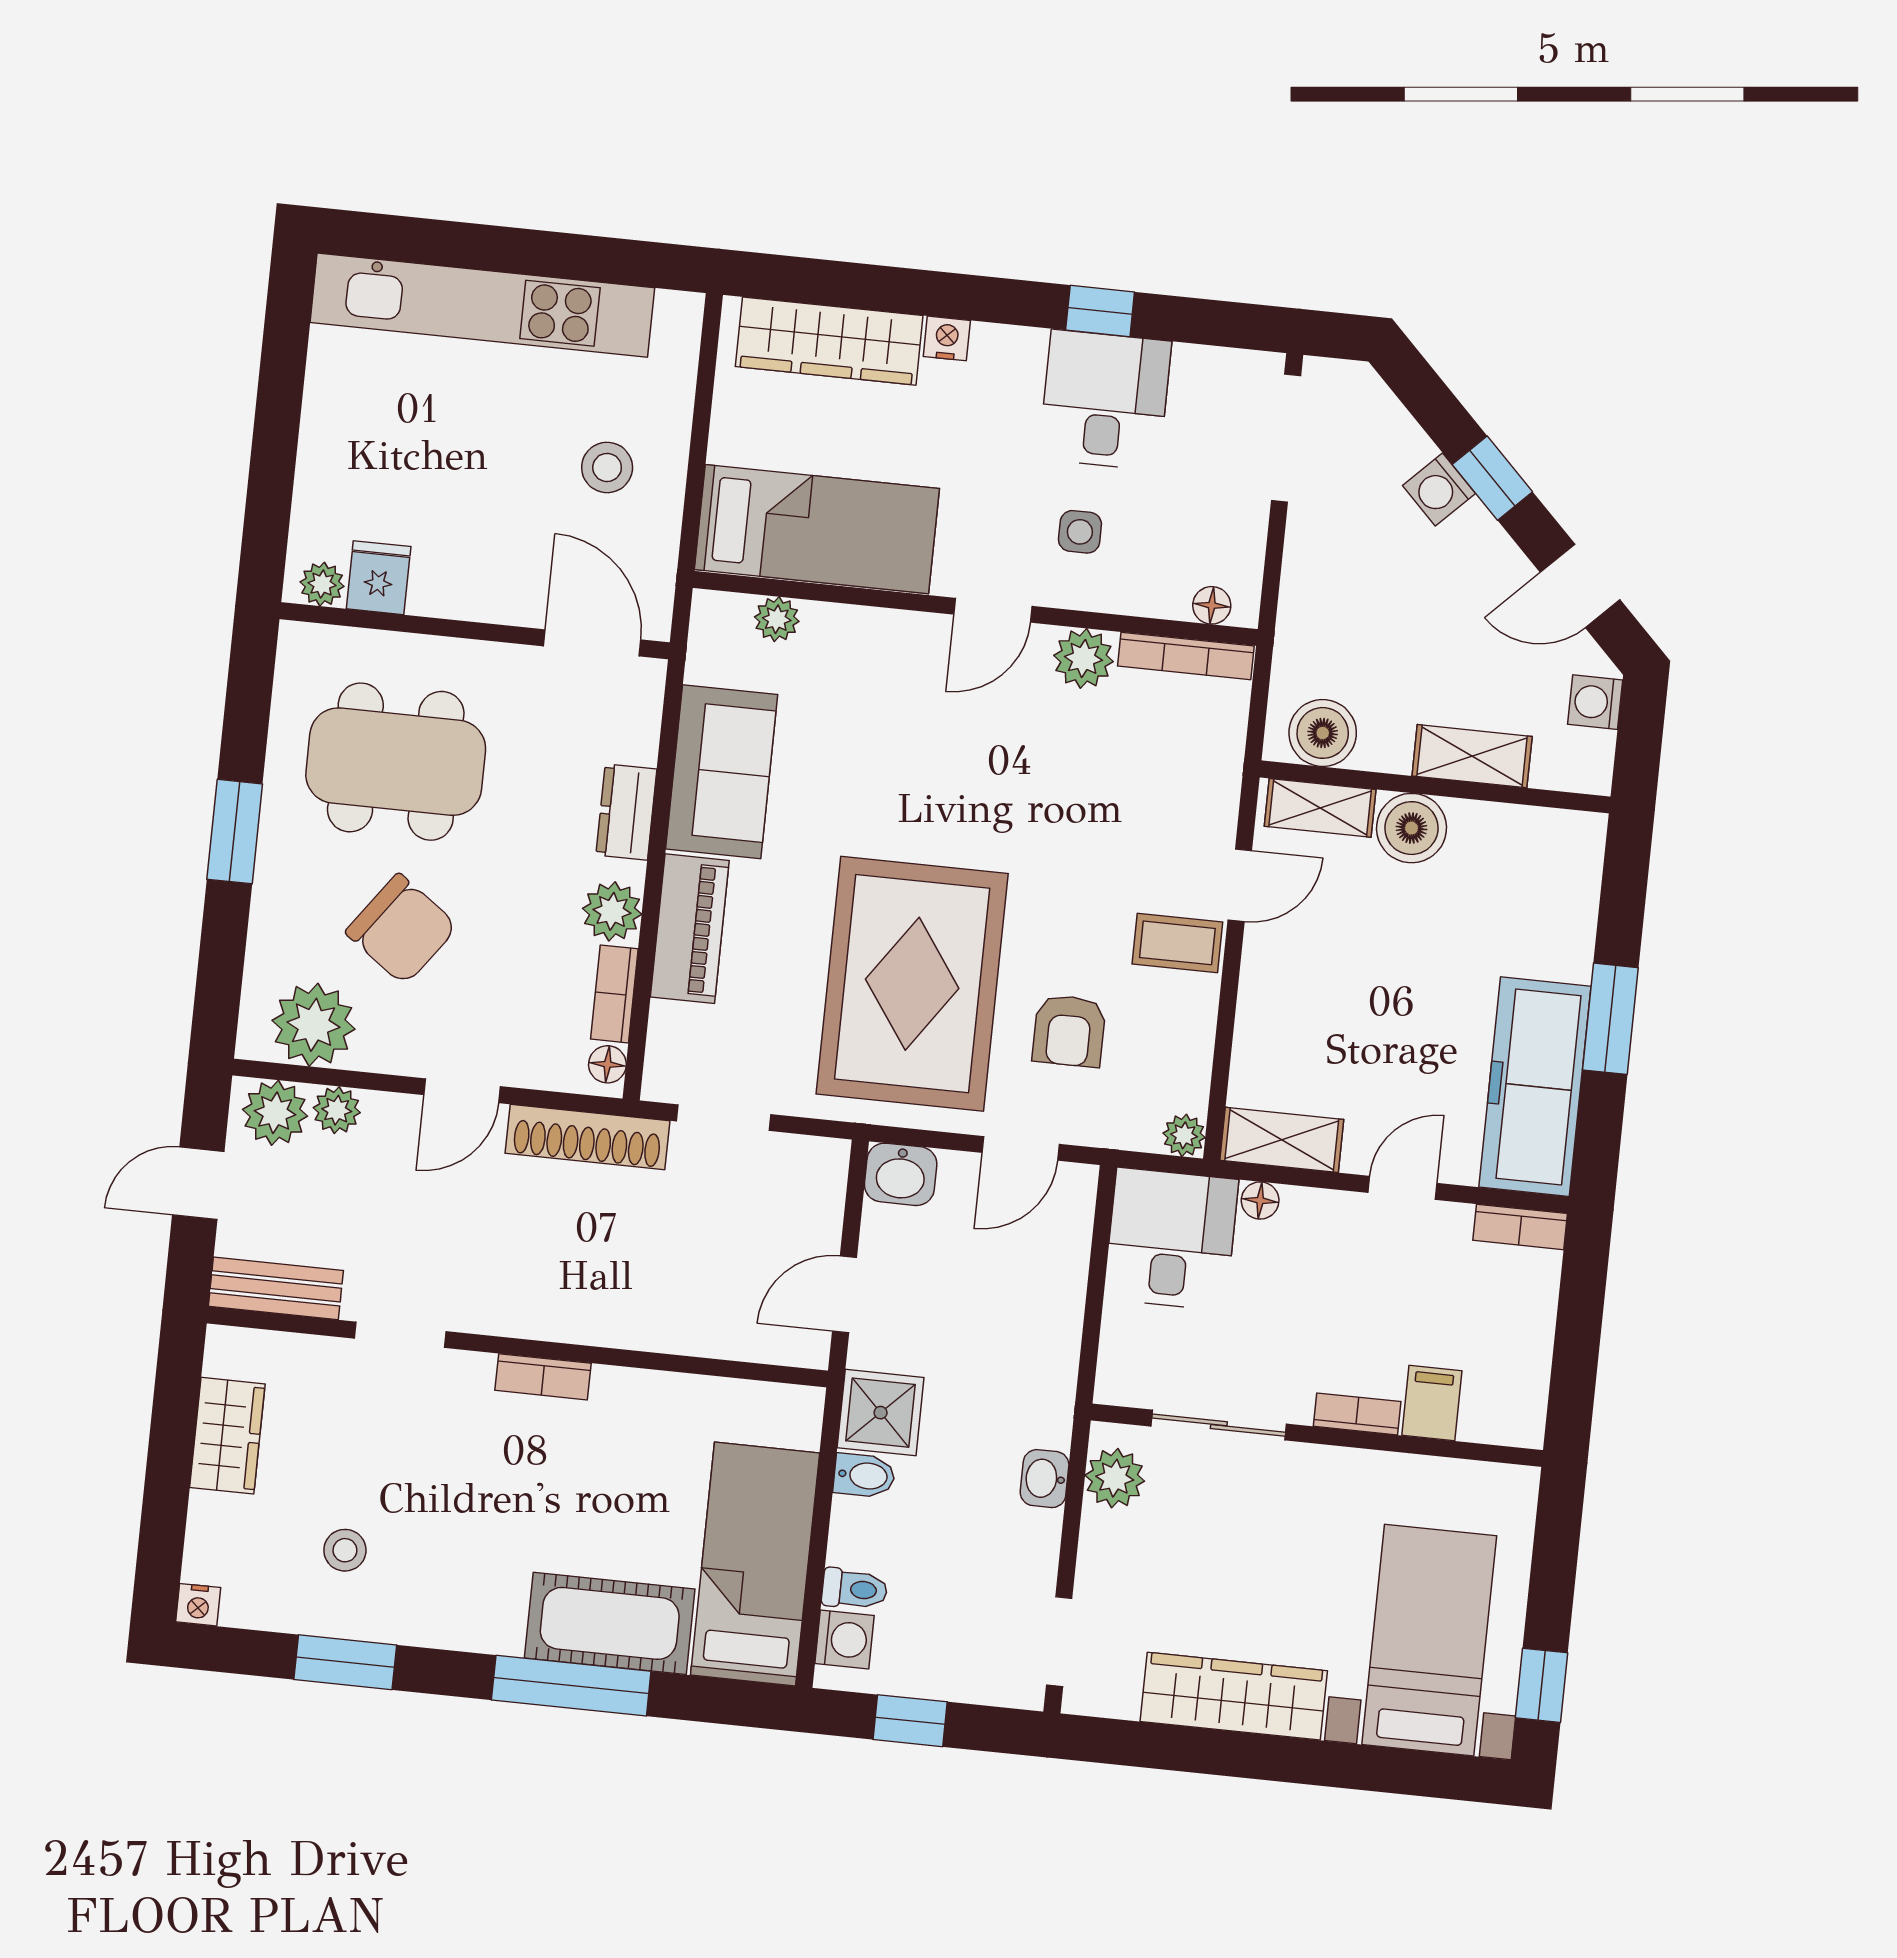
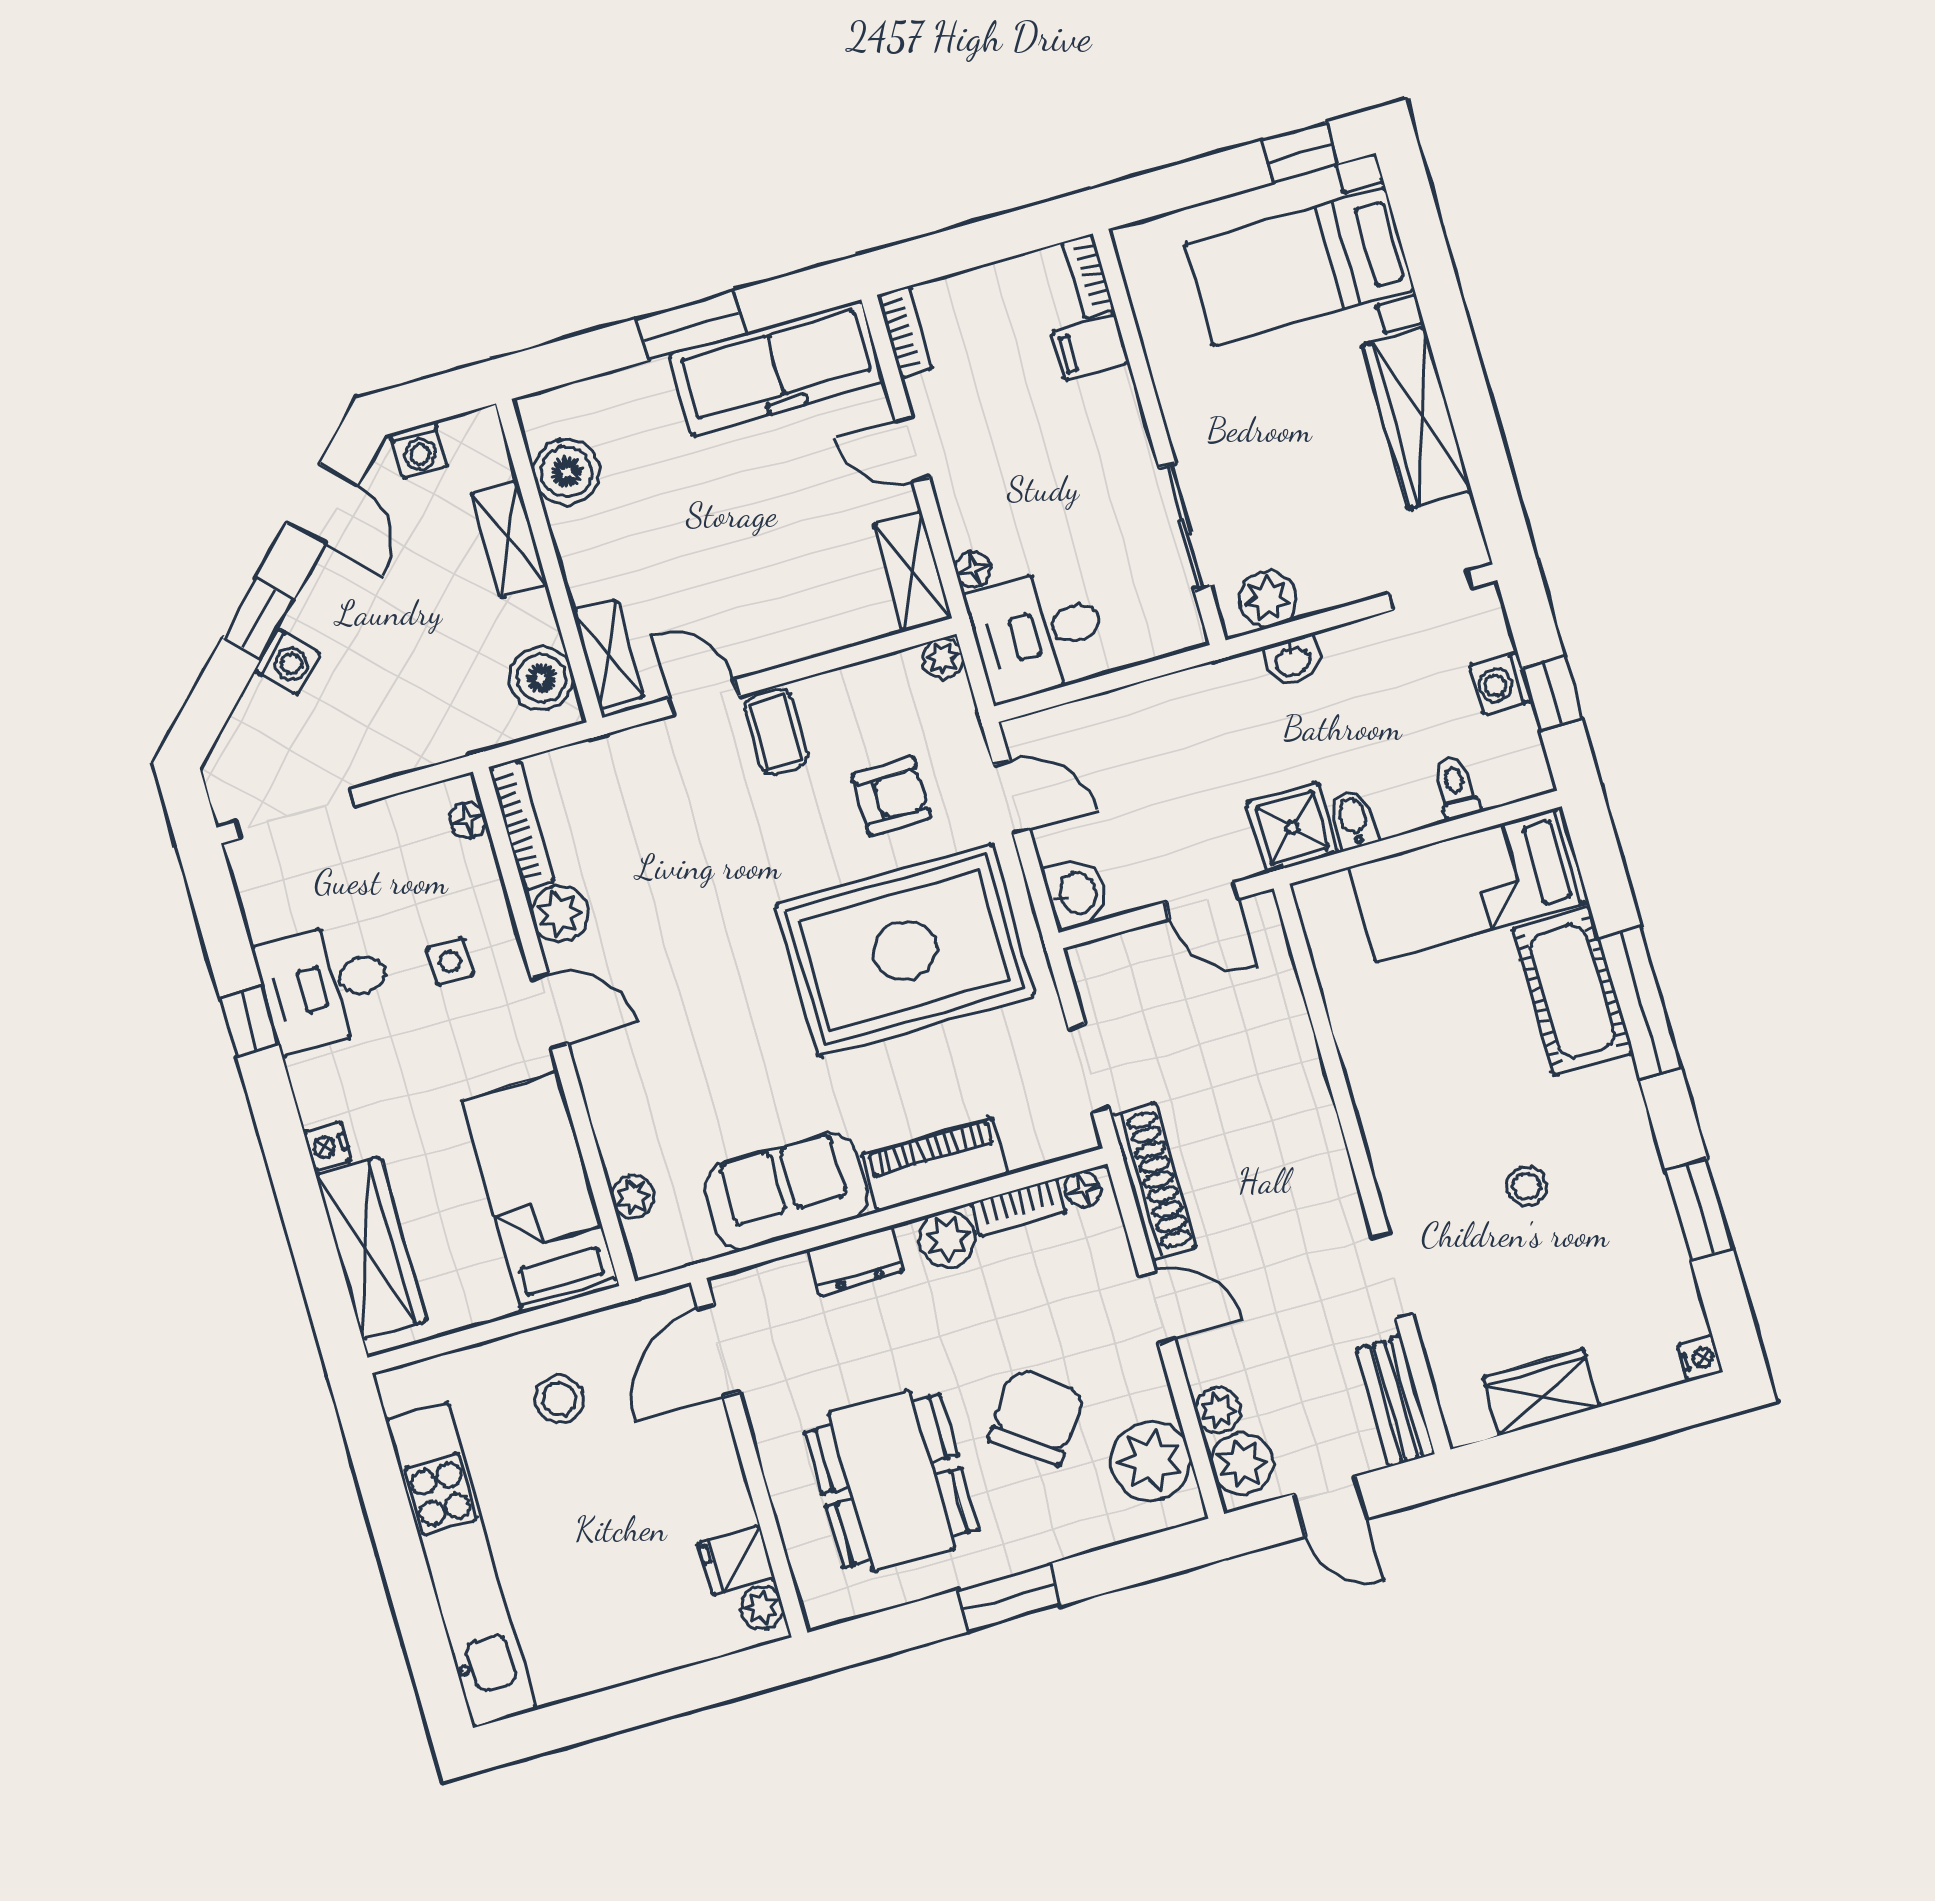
boiler: (1411, 828) -> (567, 472), moved
bookcase: (543, 1377) -> (1379, 1136), removed
bookcase: (1357, 1414) -> (1088, 276), moved
stool: (345, 1550) -> (1527, 1186), moved
washing machine: (845, 1639) -> (1500, 684), moved, turned -90

